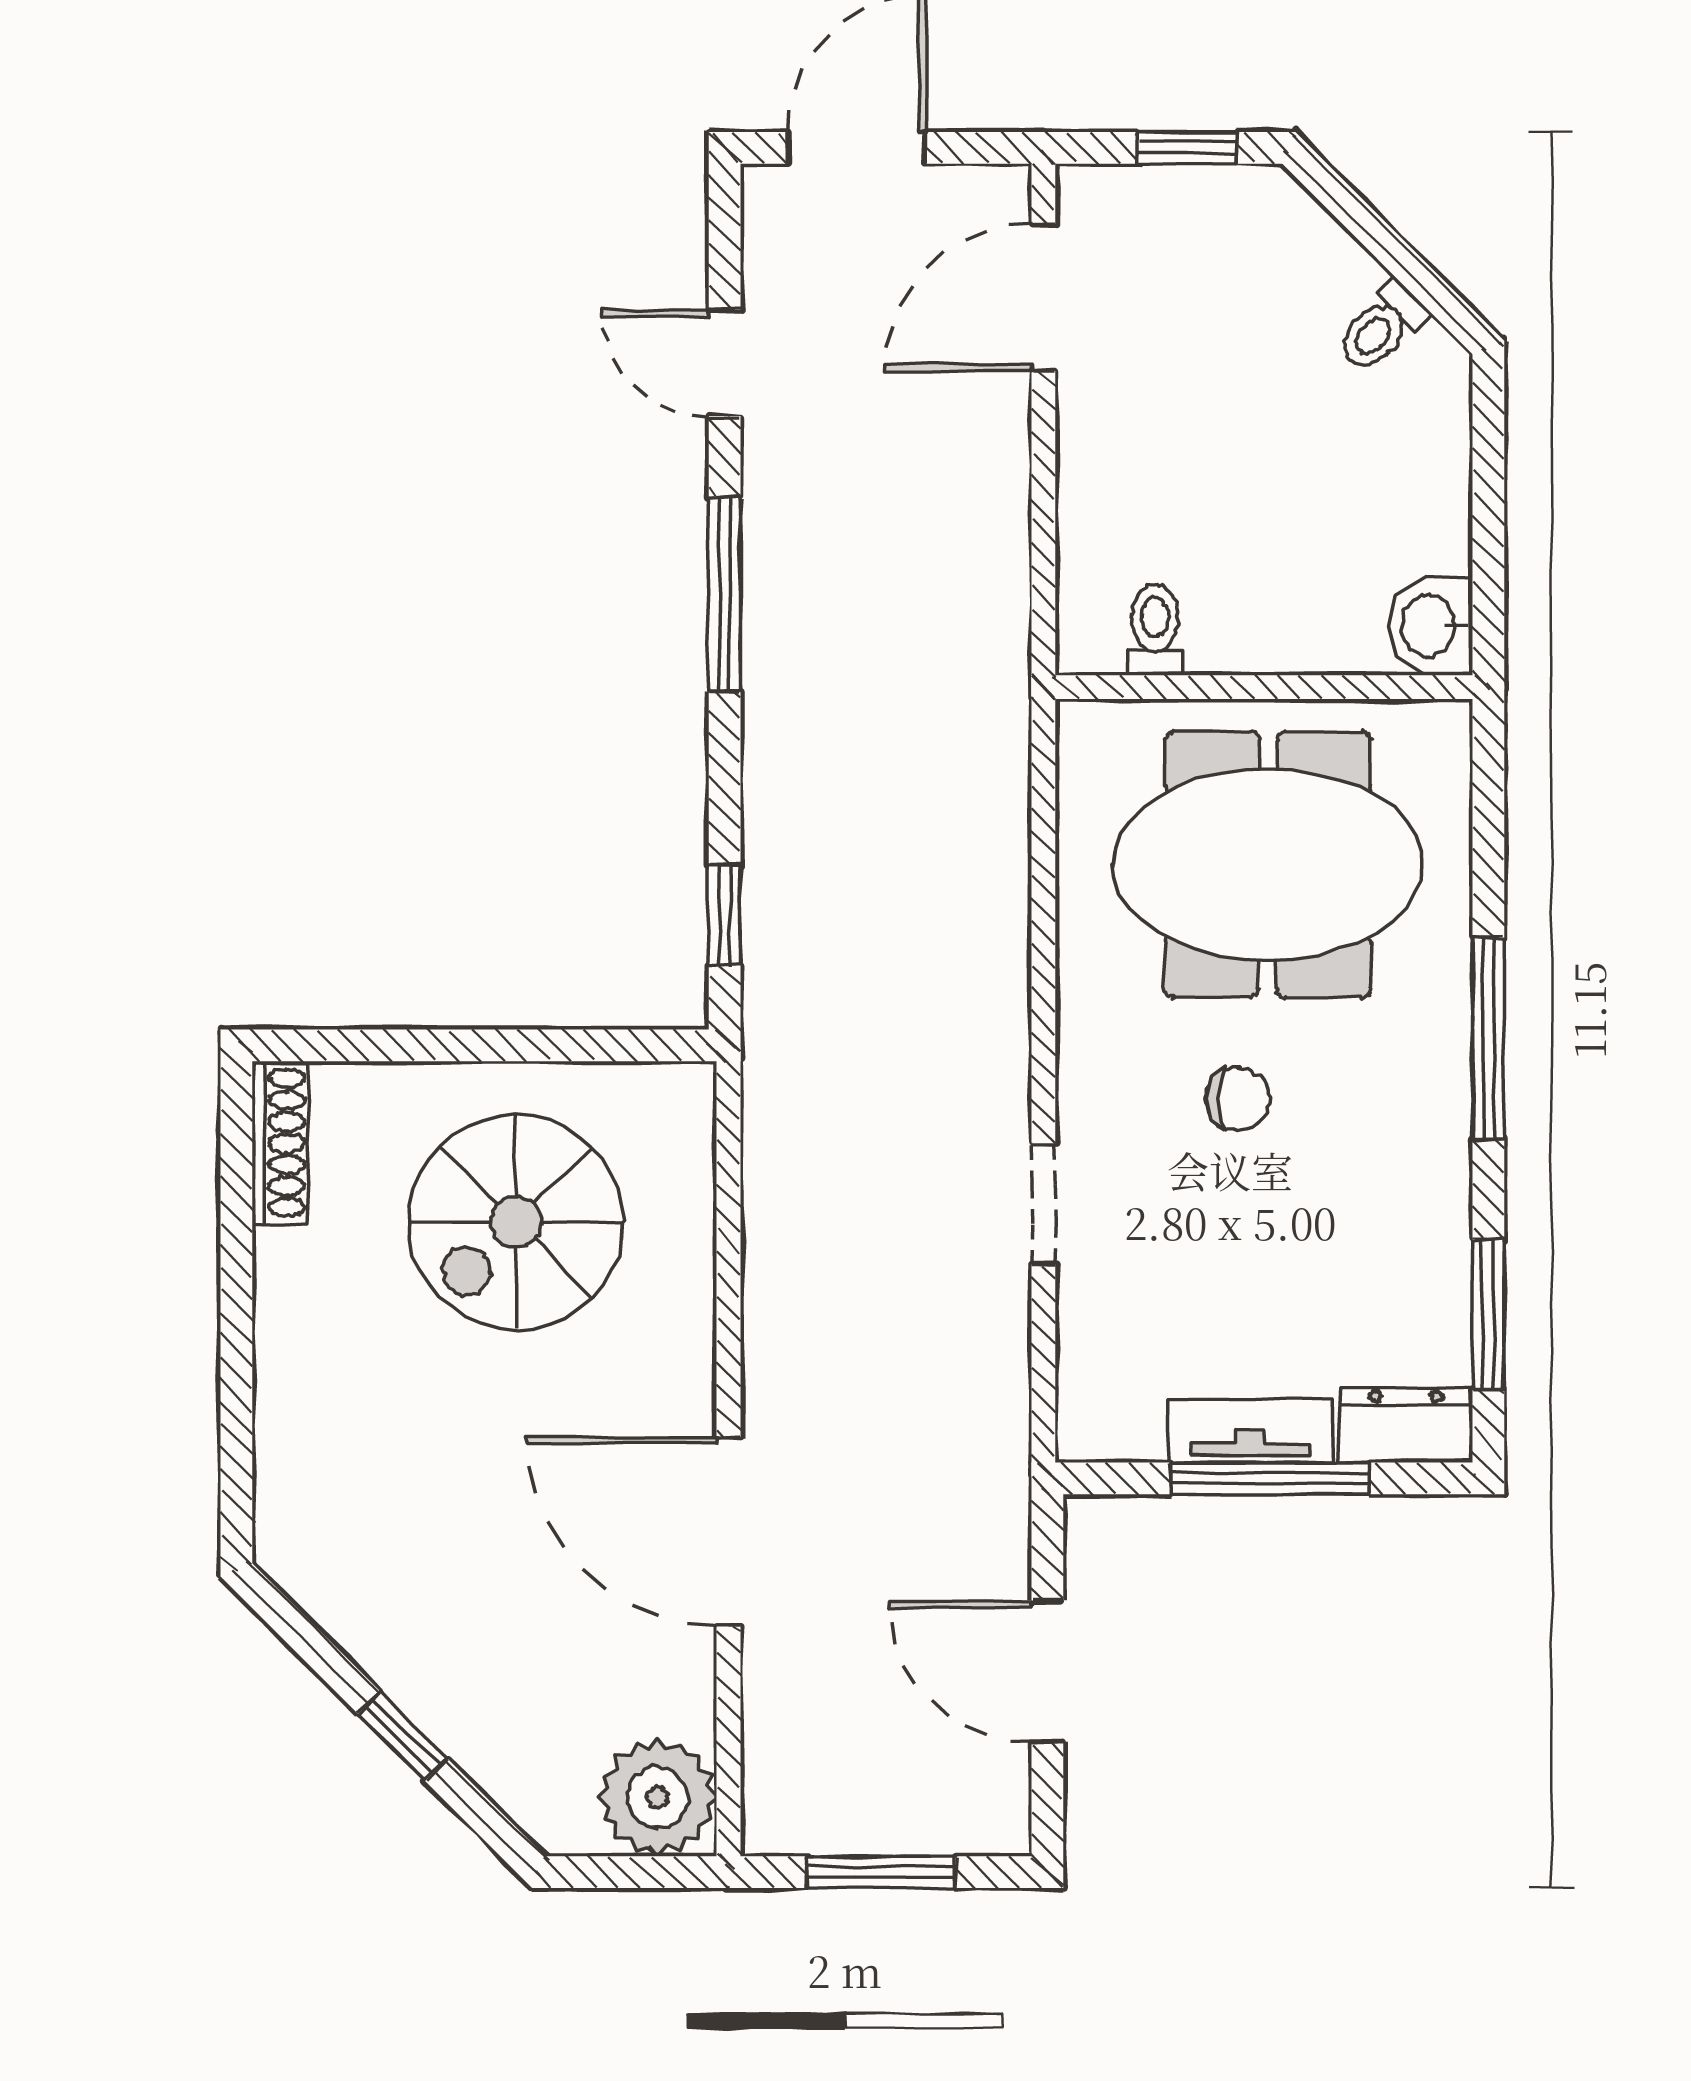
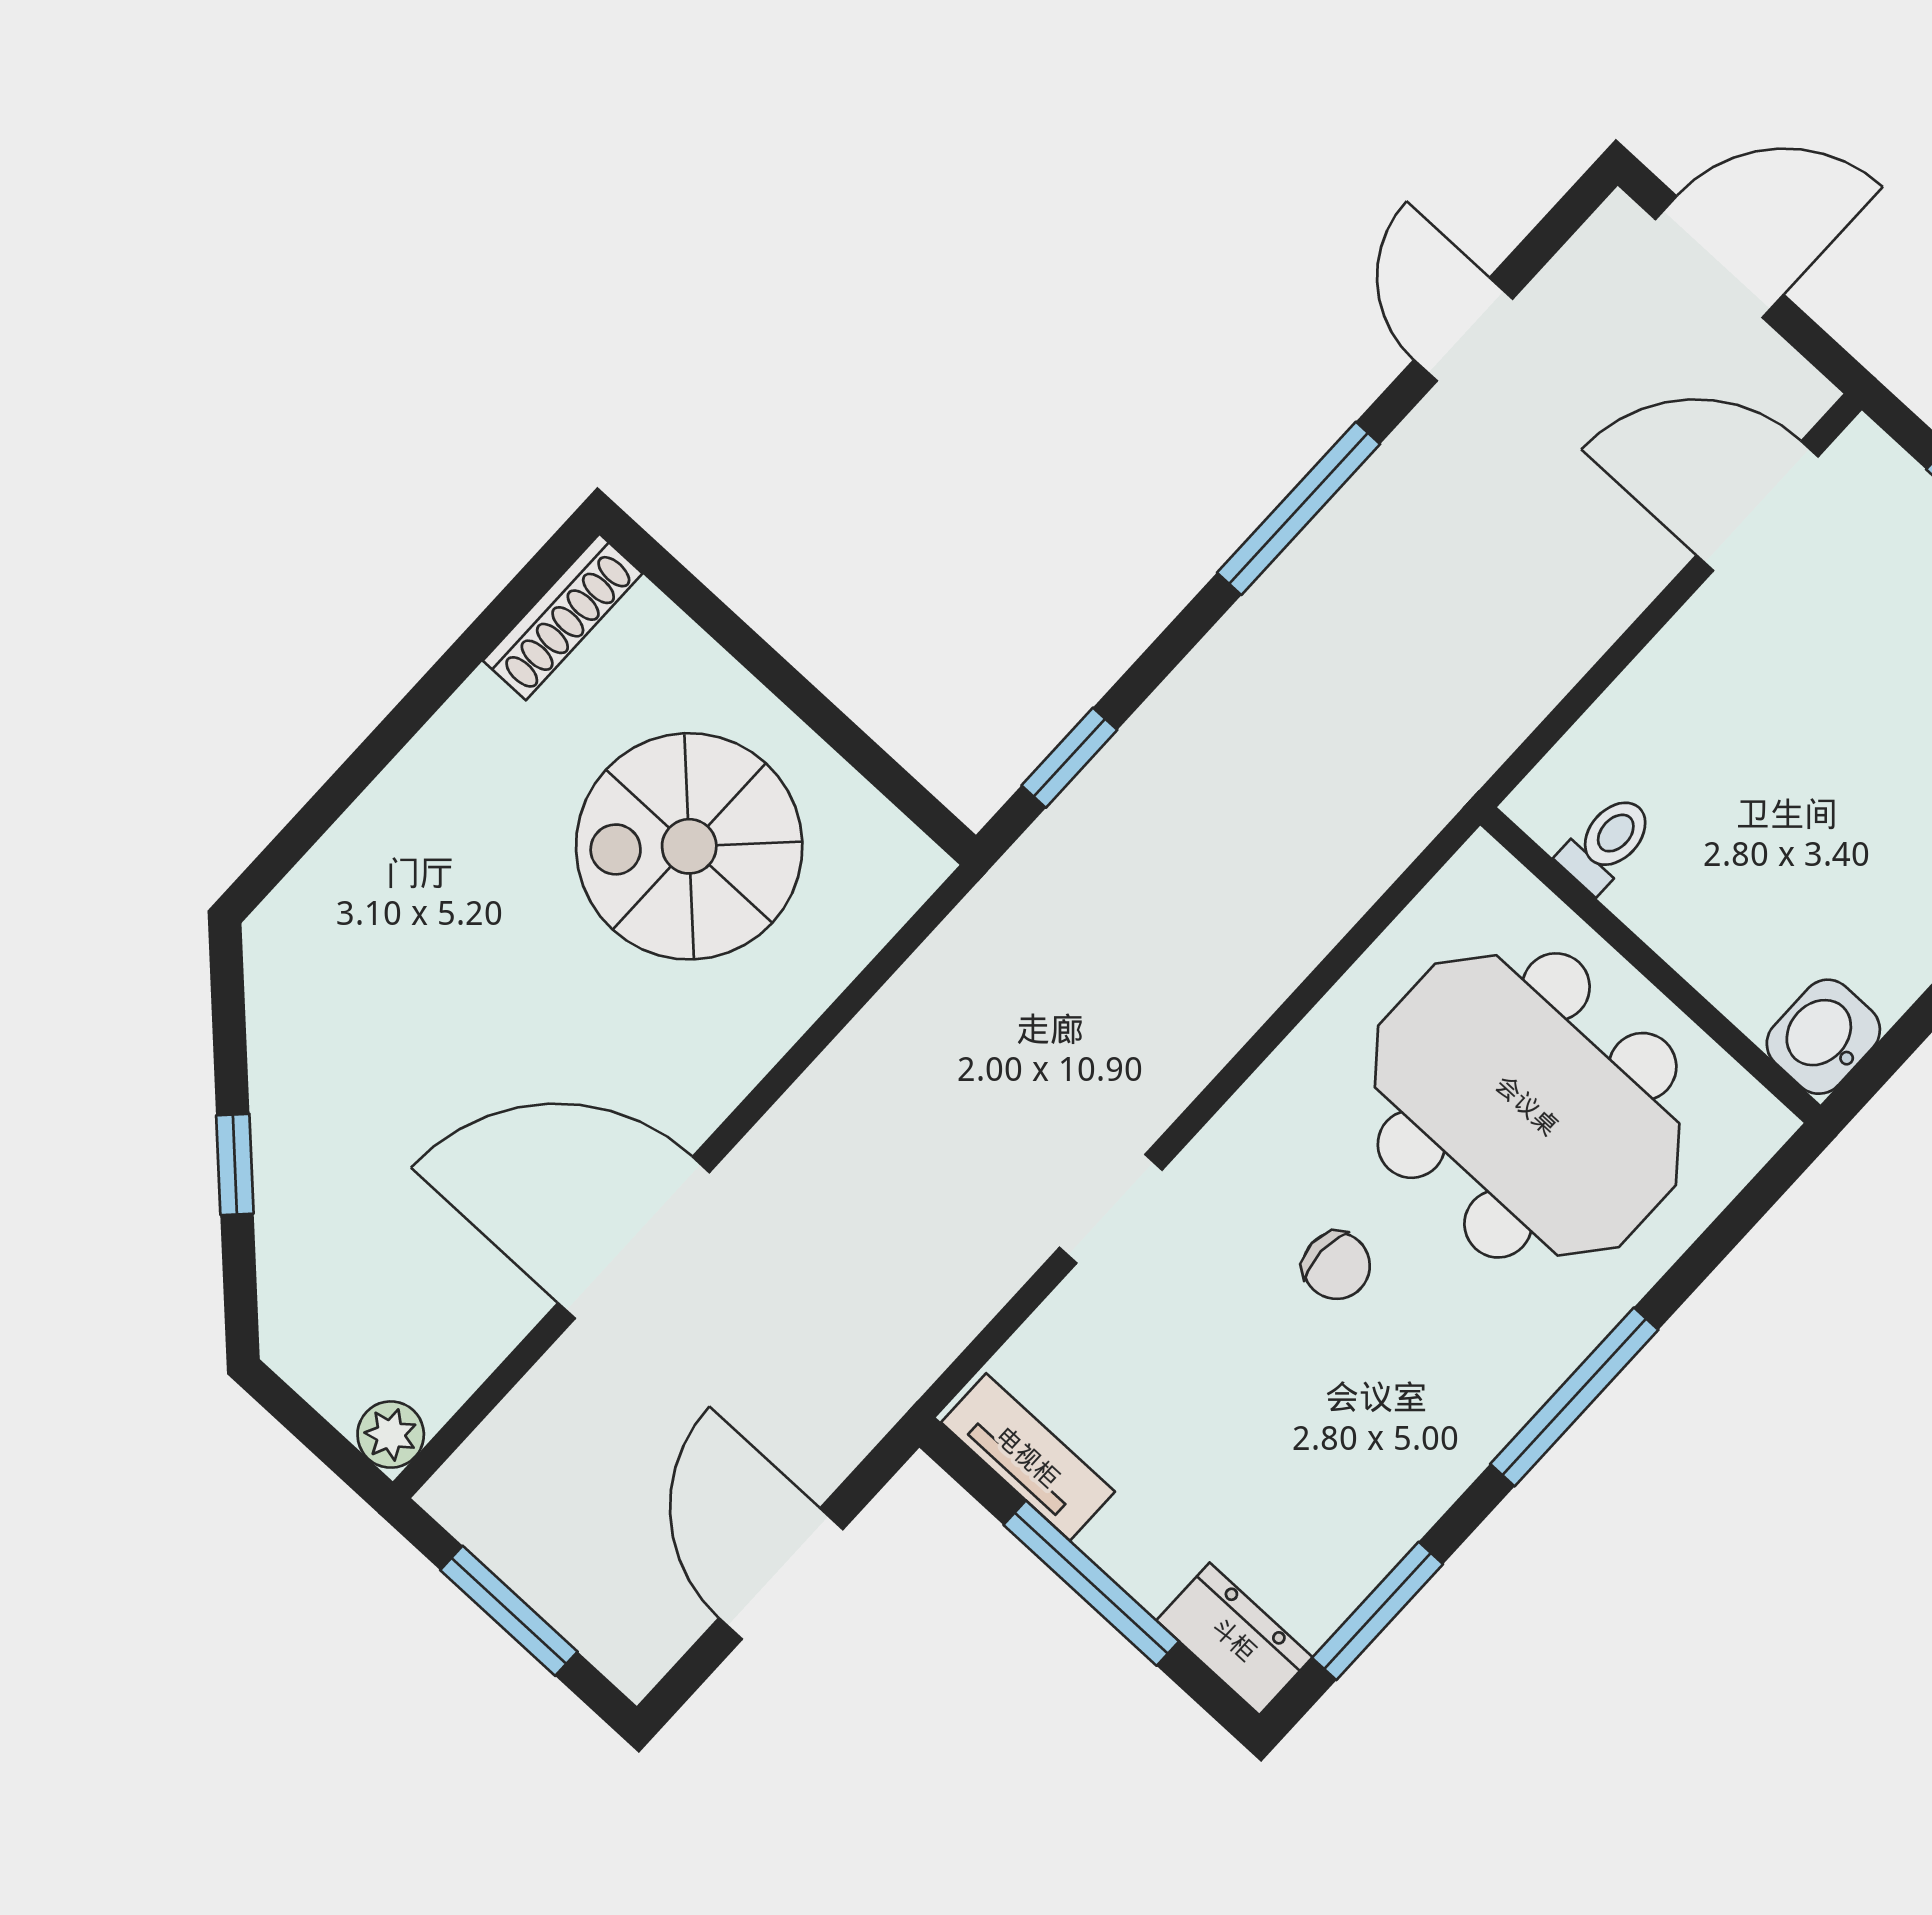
tv unit: (1250, 1431) -> (1028, 1457), moved
door: (728, 1531) -> (634, 1238), hinge flipped
plant: (658, 1797) -> (391, 1435), width x0.53, depth x0.53

